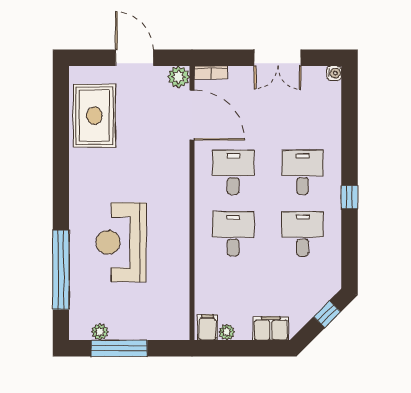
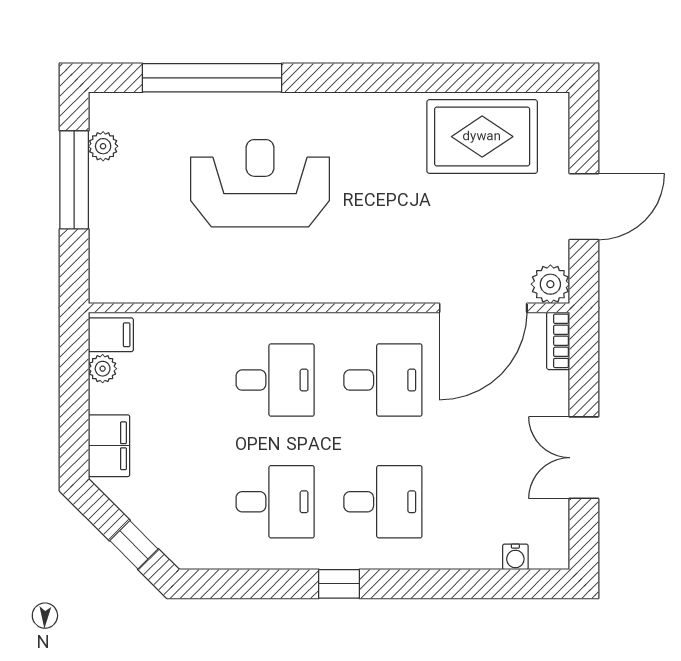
water cooler: (334, 73) -> (515, 557), moved

